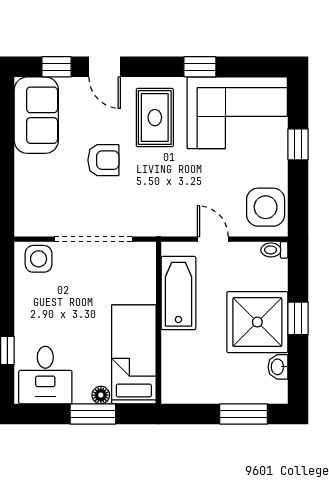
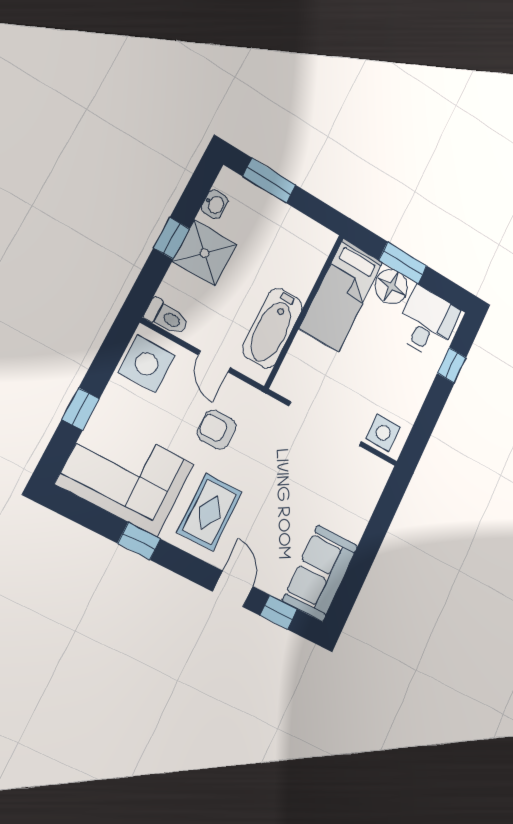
armchair: (103, 160) -> (217, 430), moved
toilet: (274, 250) -> (167, 317), width x1.37, depth x1.39
shower: (257, 322) -> (205, 253), width x0.73, depth x0.73
floor lamp: (101, 395) -> (391, 287), width x1.89, depth x1.89

